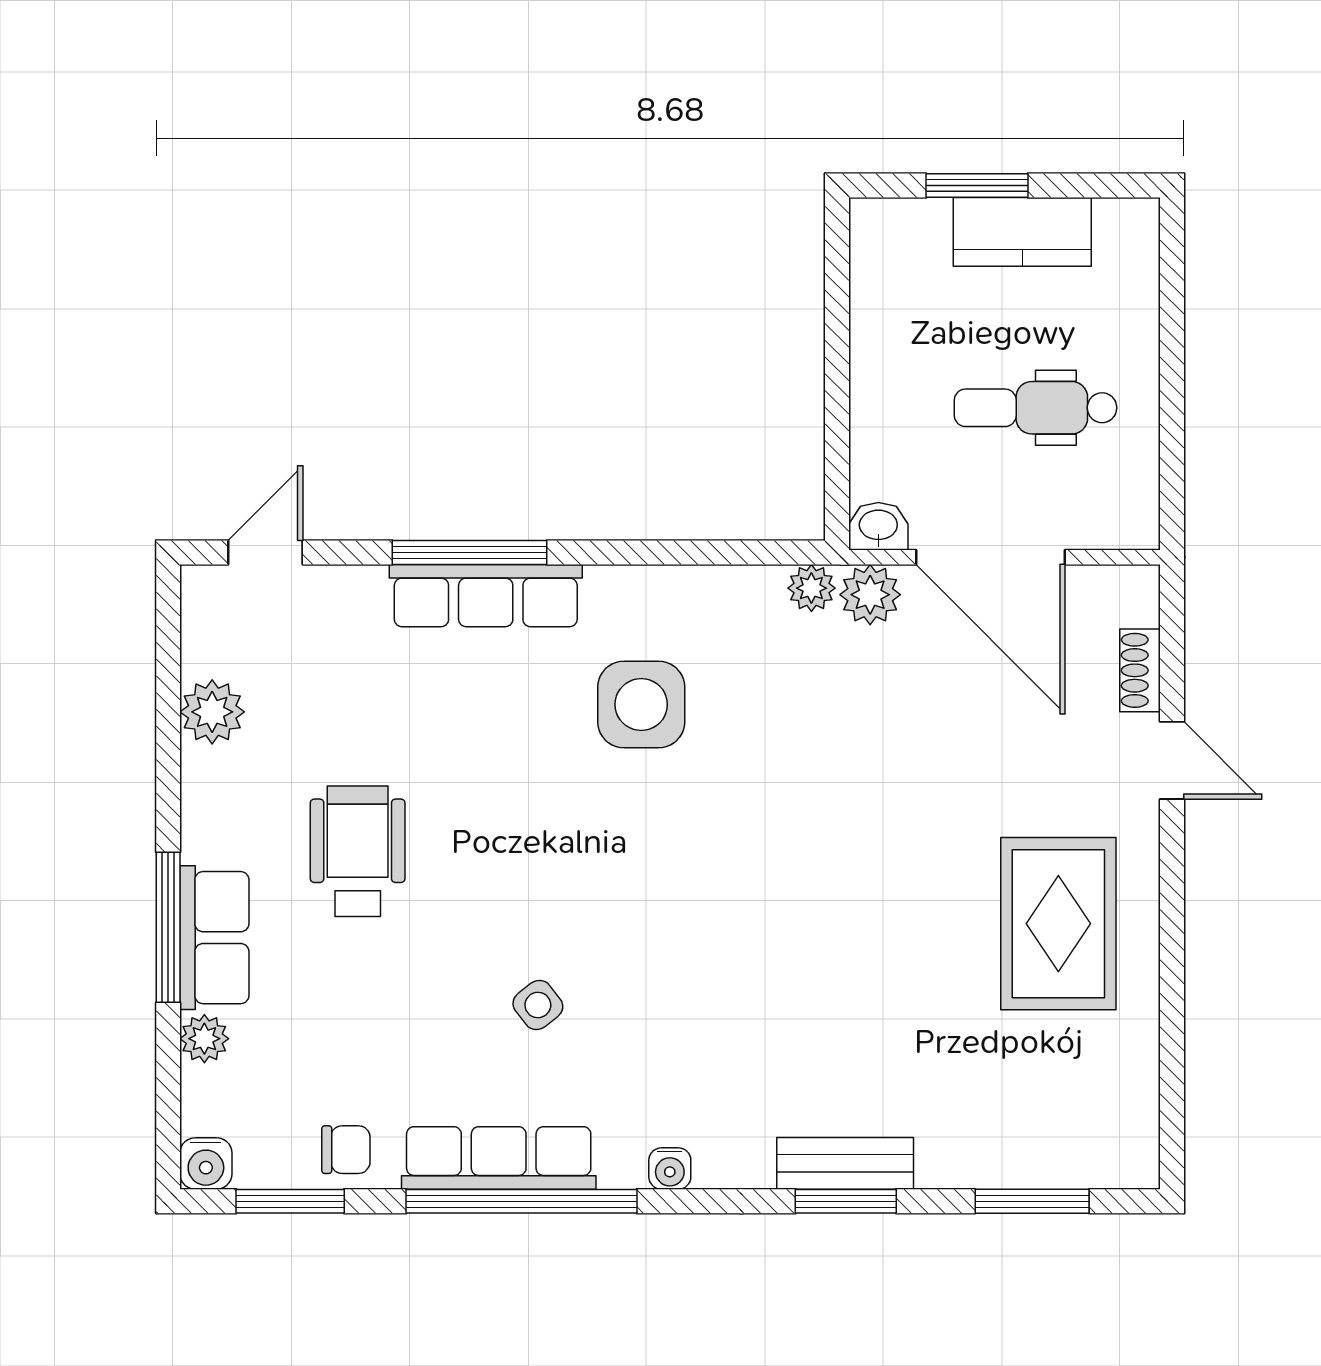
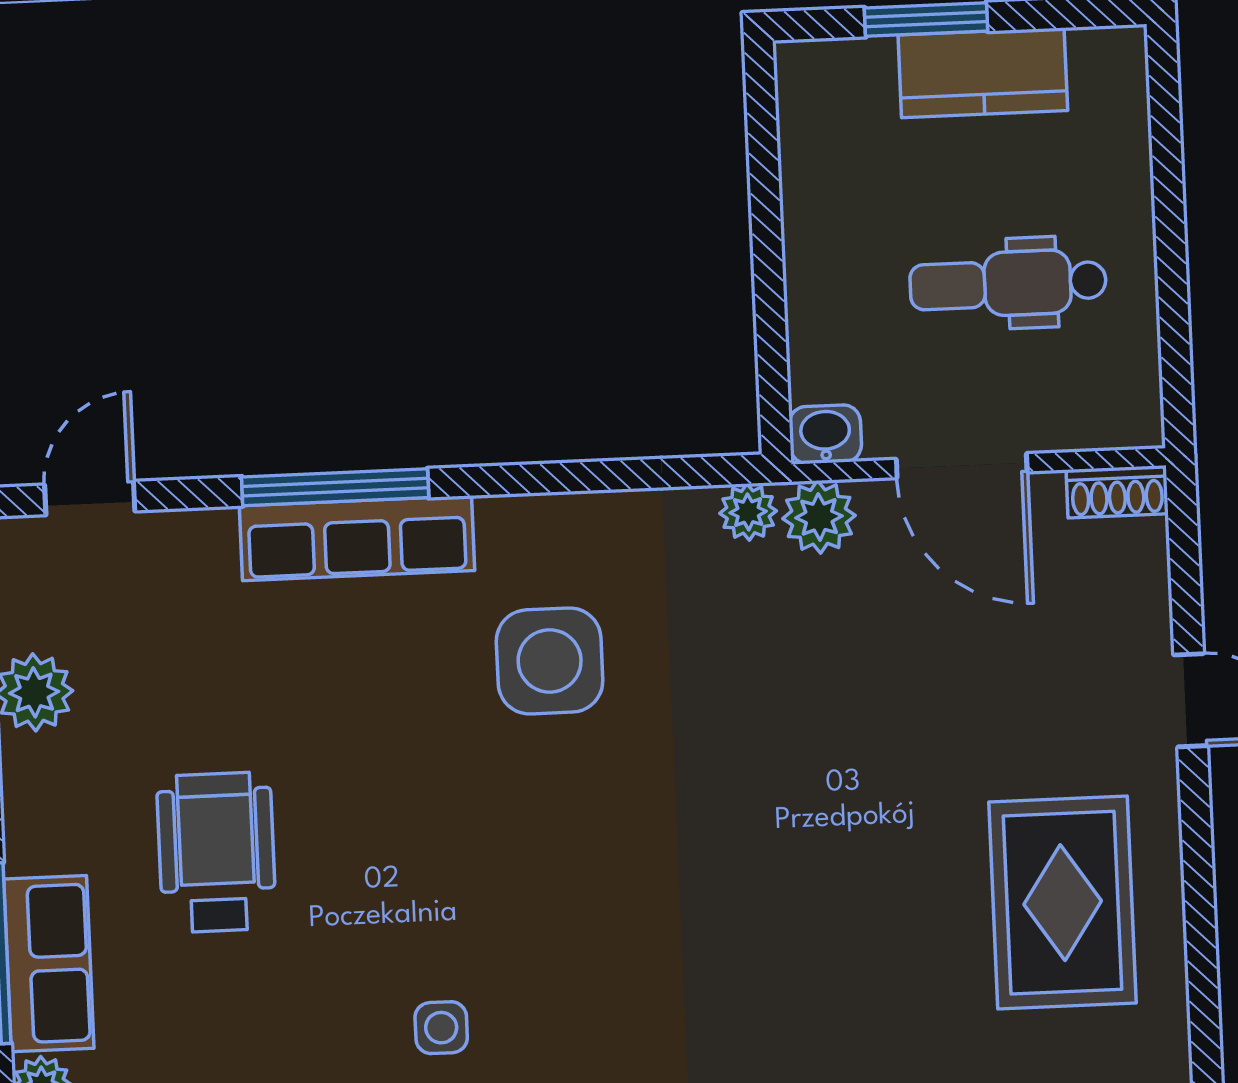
door: (990, 557) -> (962, 466), width x0.73
shoe rack: (1140, 670) -> (1117, 492), moved, turned -90
side table: (538, 1005) -> (441, 1028), turned 38

